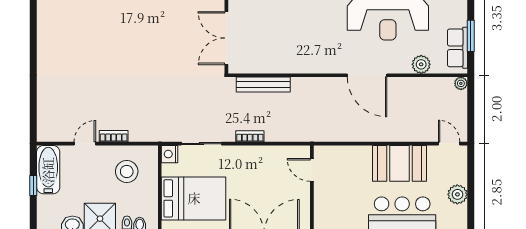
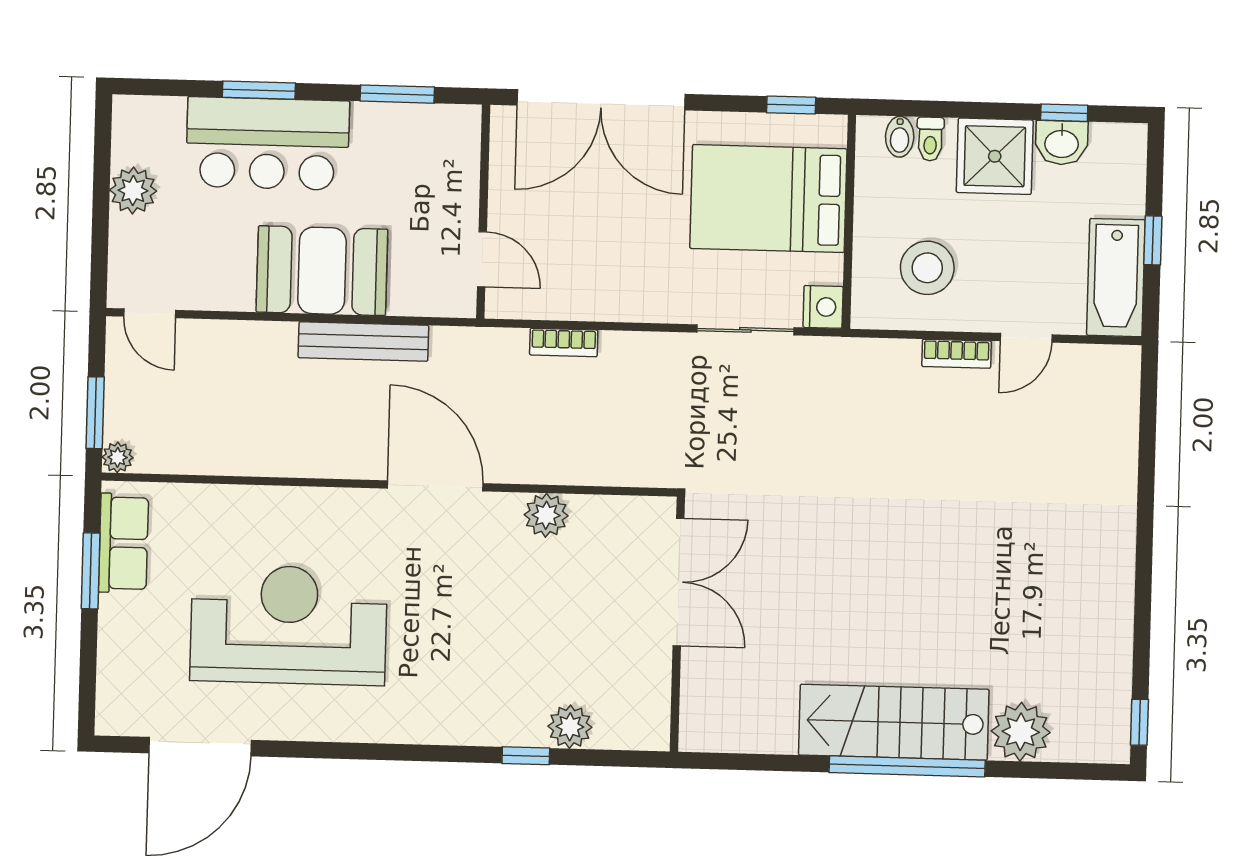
plant: (421, 64) -> (546, 515), moved
door: (367, 75) -> (435, 486), moved
bench: (263, 84) -> (363, 342), moved
window: (471, 102) -> (95, 413), added
bookcase: (250, 136) -> (564, 342), moved
booth: (399, 163) -> (322, 271), moved

